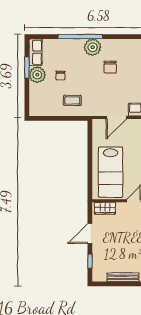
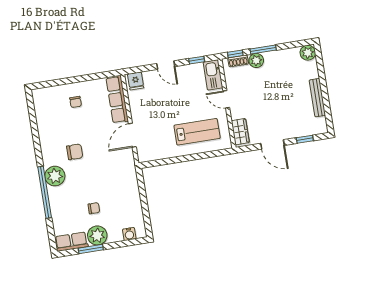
coffee table: (72, 100) -> (121, 190), removed
water cooler: (34, 102) -> (129, 234), added
door: (116, 117) -> (132, 135), swing flipped
lab bench: (111, 172) -> (197, 132), width x0.73, depth x0.72

